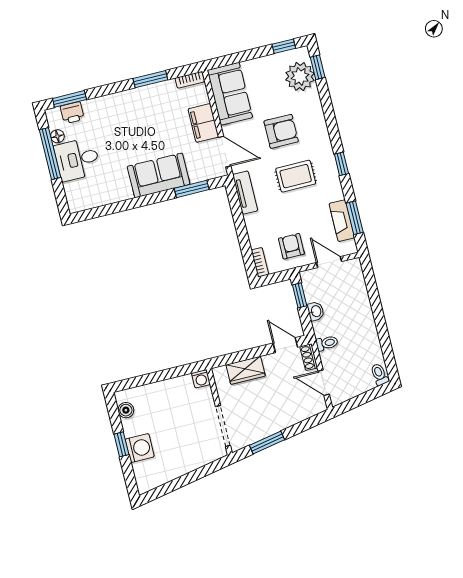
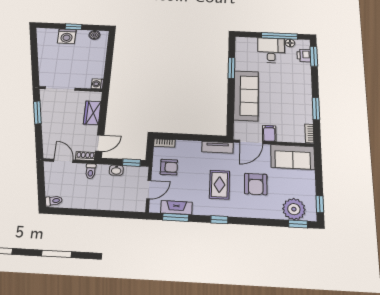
filing cabinet: (203, 123) -> (269, 133), width x0.50
sofa: (159, 175) -> (246, 96), width x1.36
window: (192, 189) -> (231, 68), moved
door: (324, 383) -> (63, 161), hinge flipped

